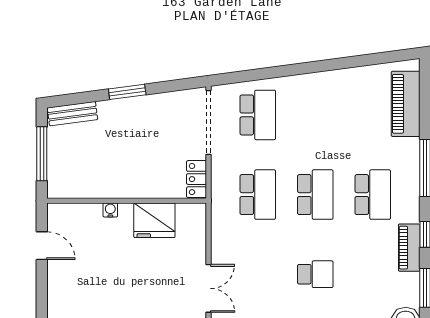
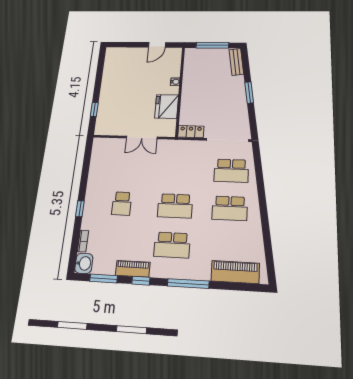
school desk: (258, 195) -> (230, 208), moved
double door: (209, 288) -> (142, 137), moved

